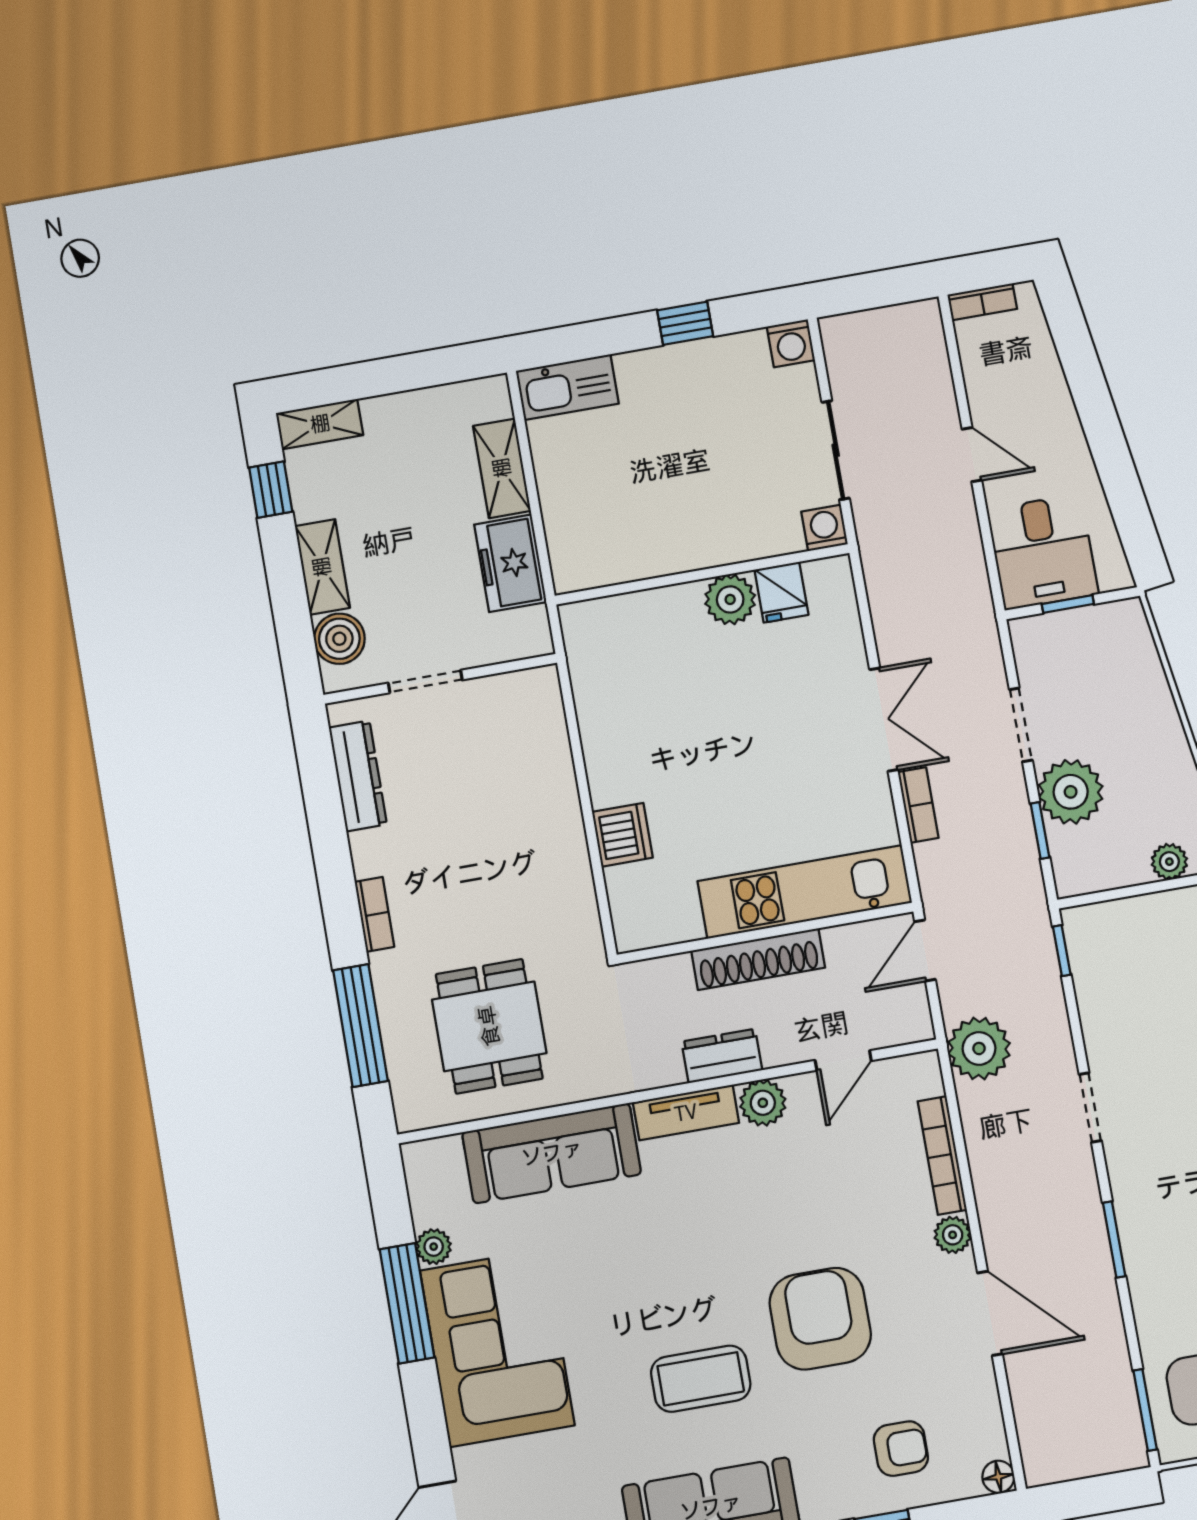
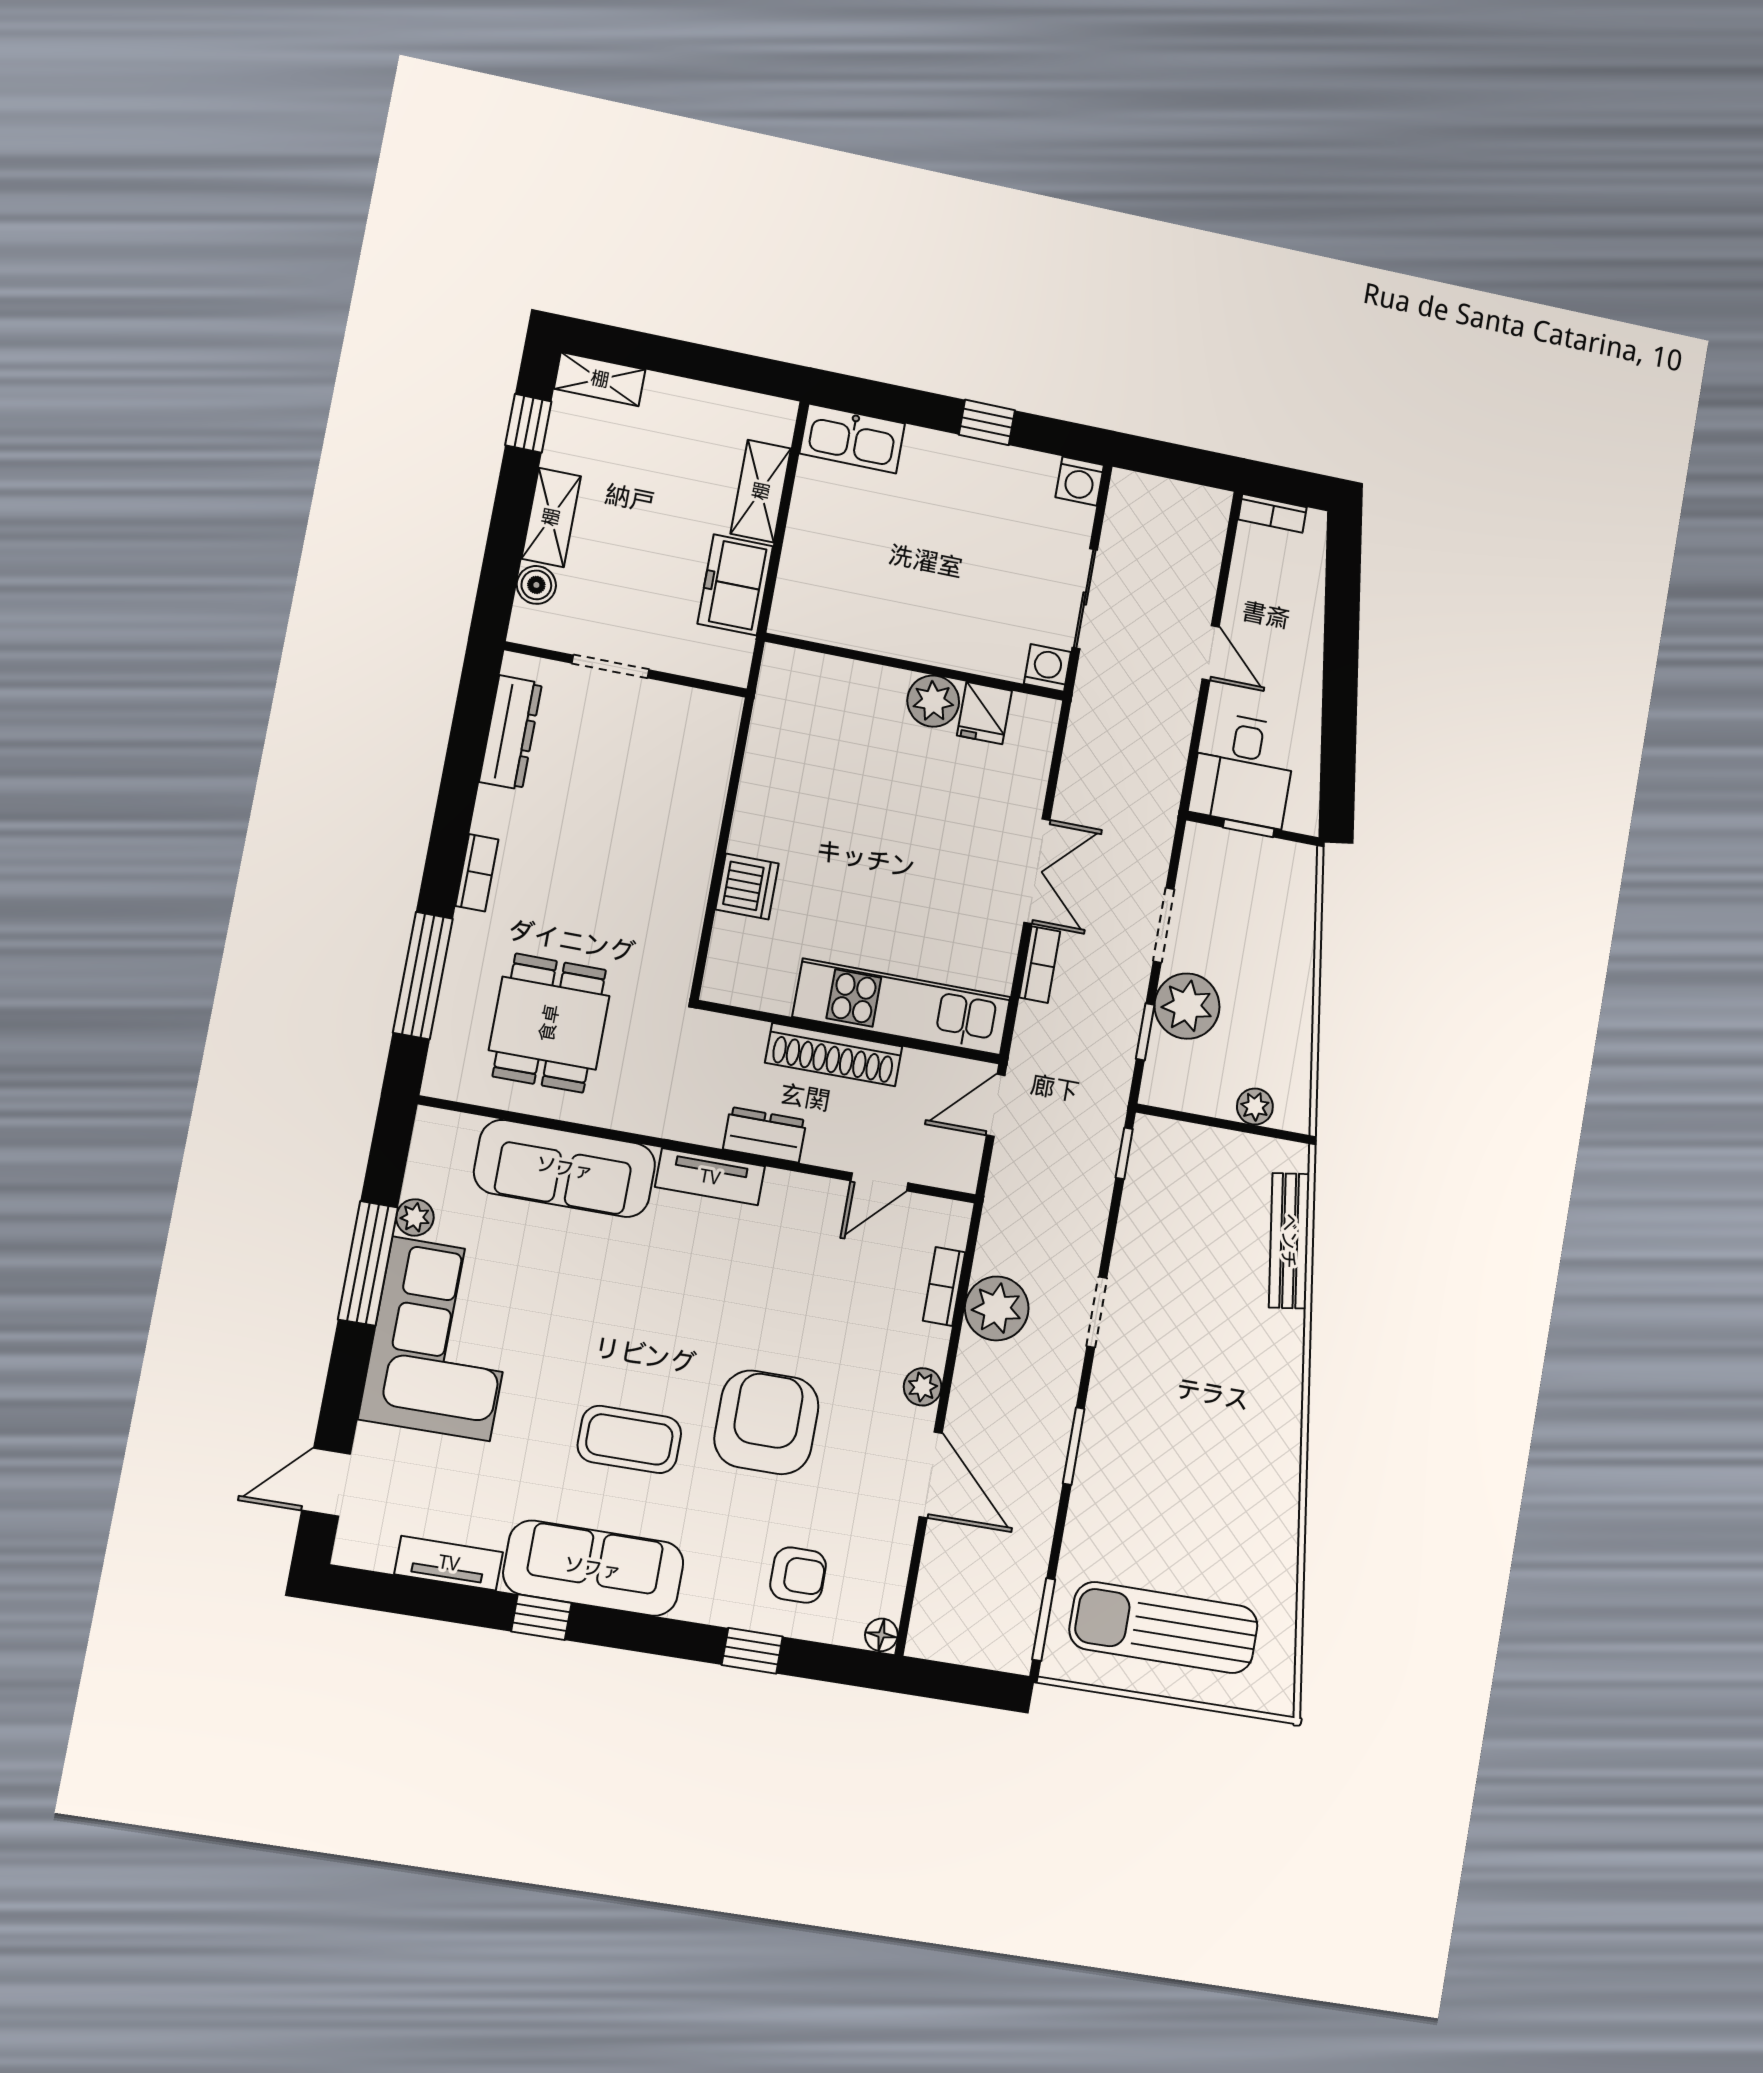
boiler: (339, 639) -> (536, 585), width x0.73, depth x0.73
plant: (979, 1048) -> (997, 1308), moved
plant: (763, 1103) -> (788, 1194), removed
bookcase: (942, 1156) -> (944, 1286), width x0.64

